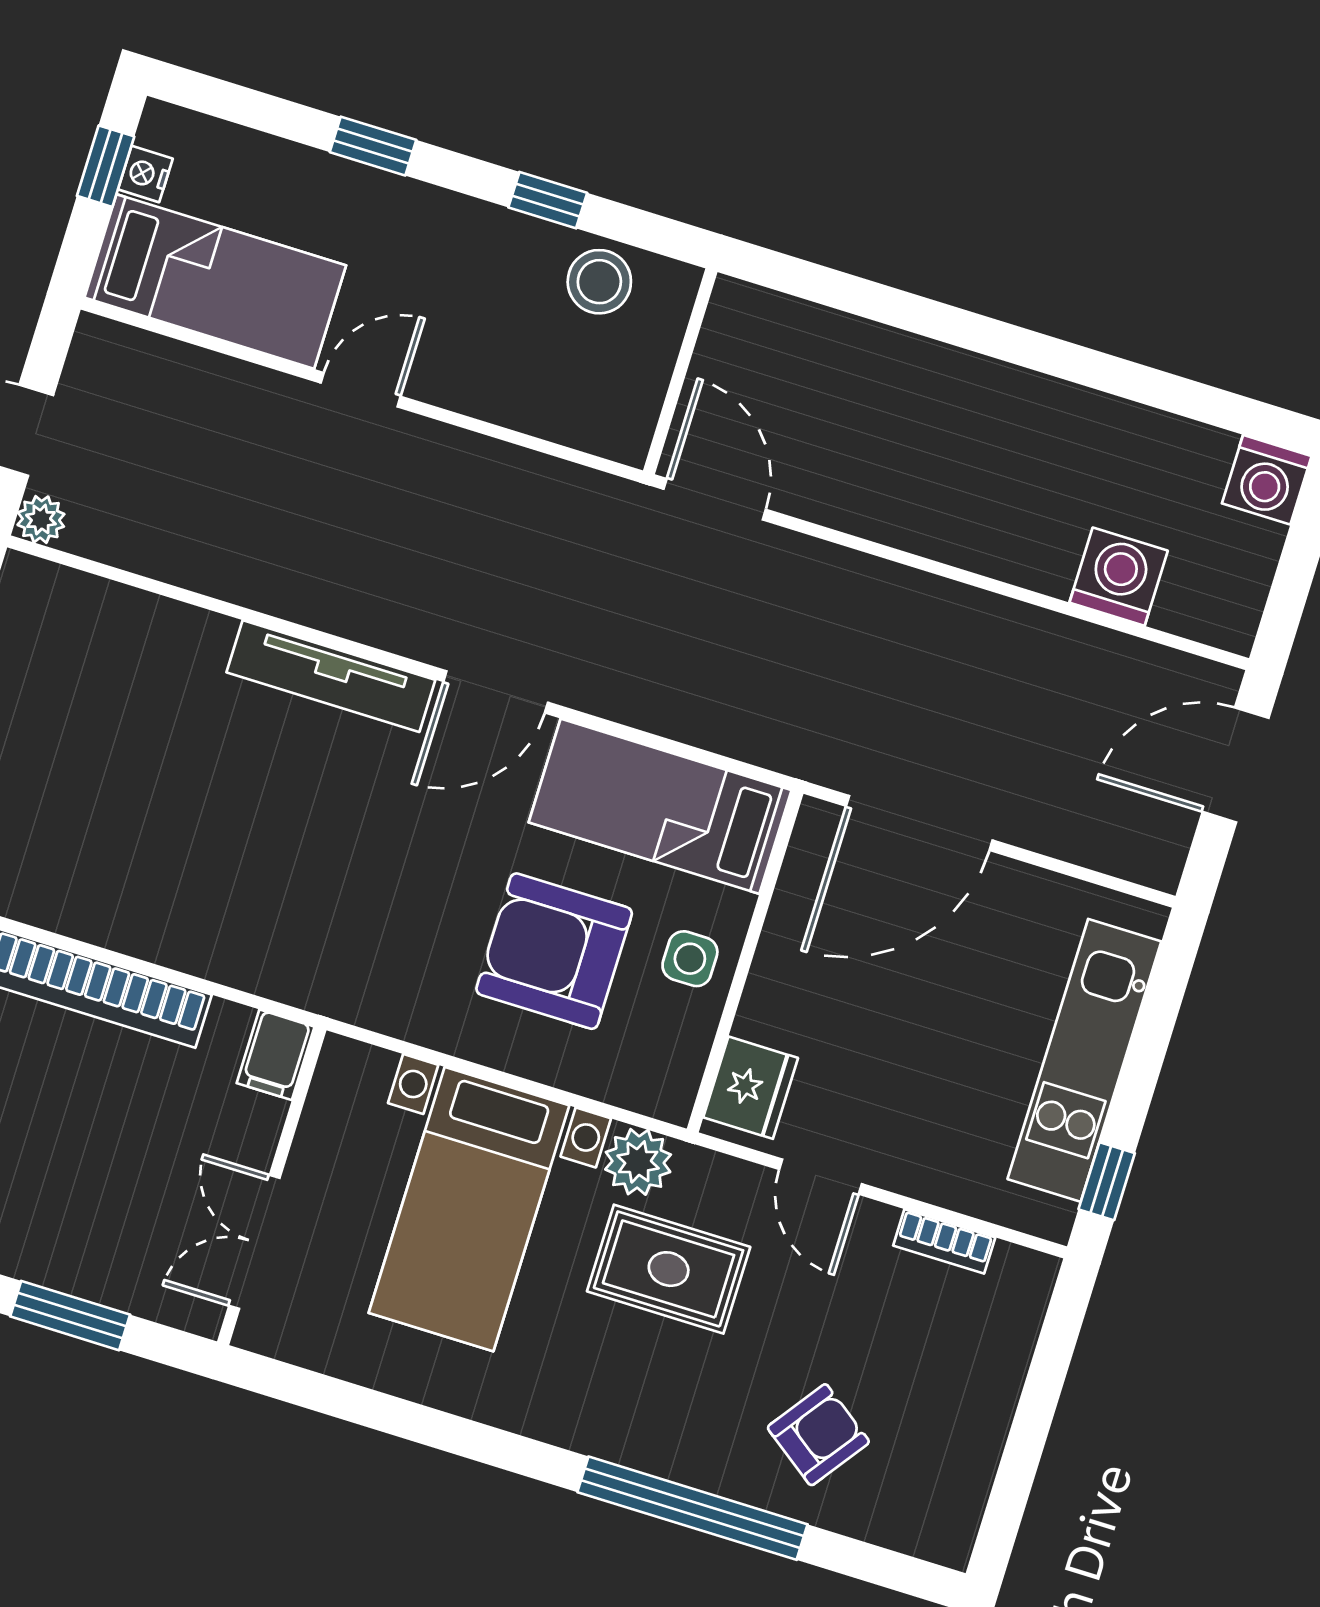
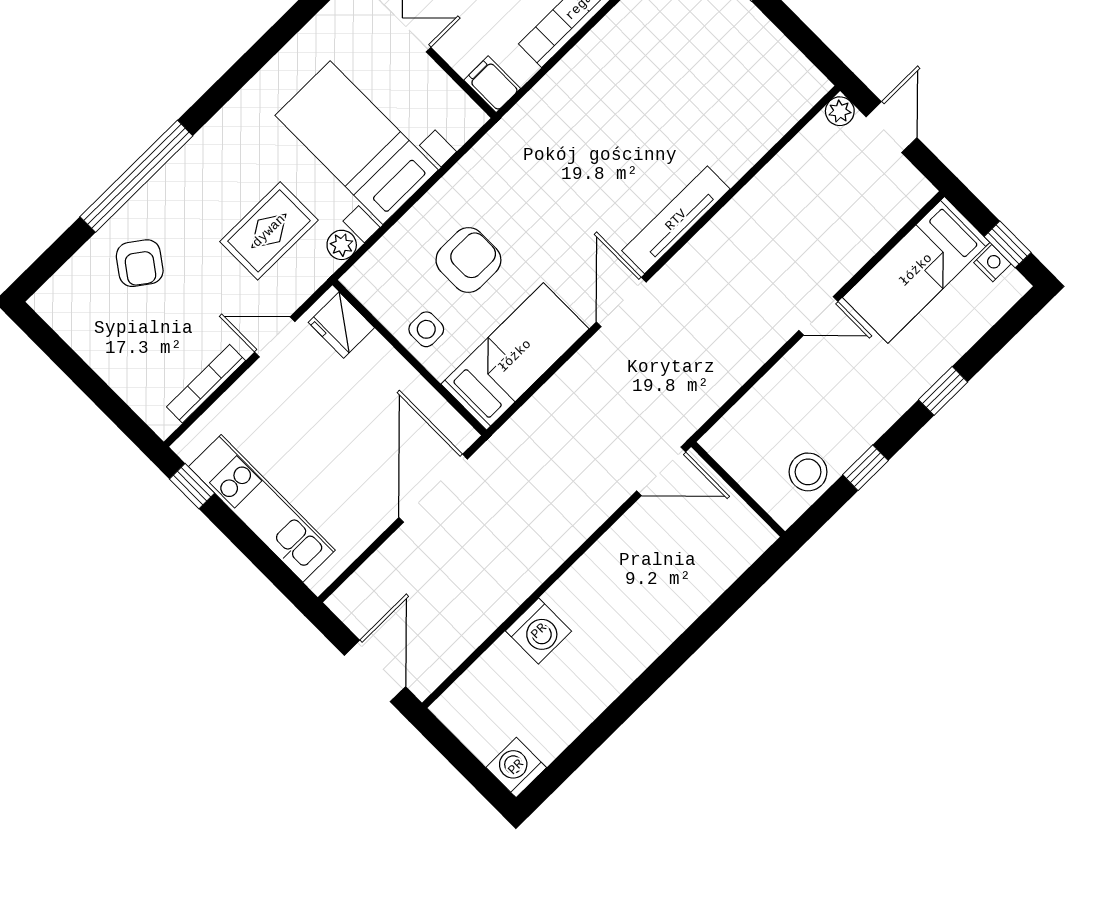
door: (361, 390) -> (818, 316), hinge flipped
washing machine: (1119, 577) -> (539, 631), moved
armchair: (554, 951) -> (468, 260), width x0.73, depth x0.73
plant: (638, 1162) -> (342, 245), width x0.73, depth x0.73
bookcase: (944, 1241) -> (206, 384), width x1.56

